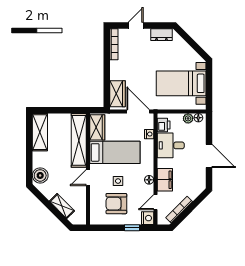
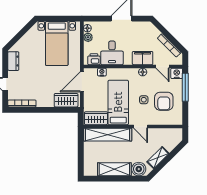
shelving: (40, 132) -> (114, 169), moved
shelving: (62, 206) -> (158, 158), moved
window: (132, 228) -> (185, 87), width x2.17

